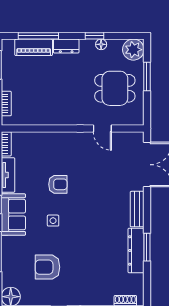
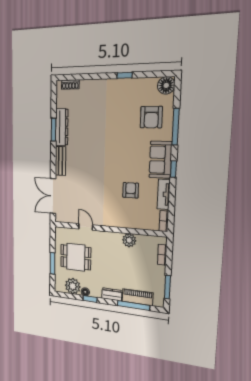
plant: (133, 50) -> (73, 286), moved
plant: (46, 117) -> (129, 240), added
armchair: (58, 184) -> (131, 190), moved, turned 90
side table: (53, 221) -> (127, 153), removed
armchair: (47, 267) -> (151, 117), moved, turned 90

